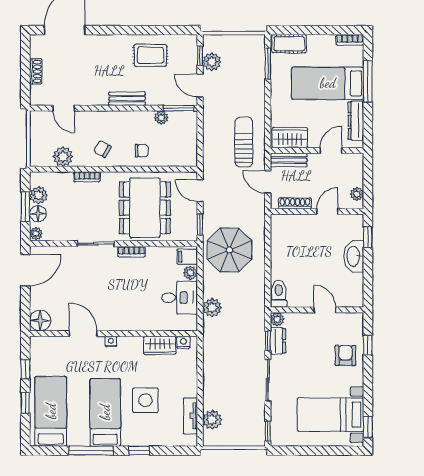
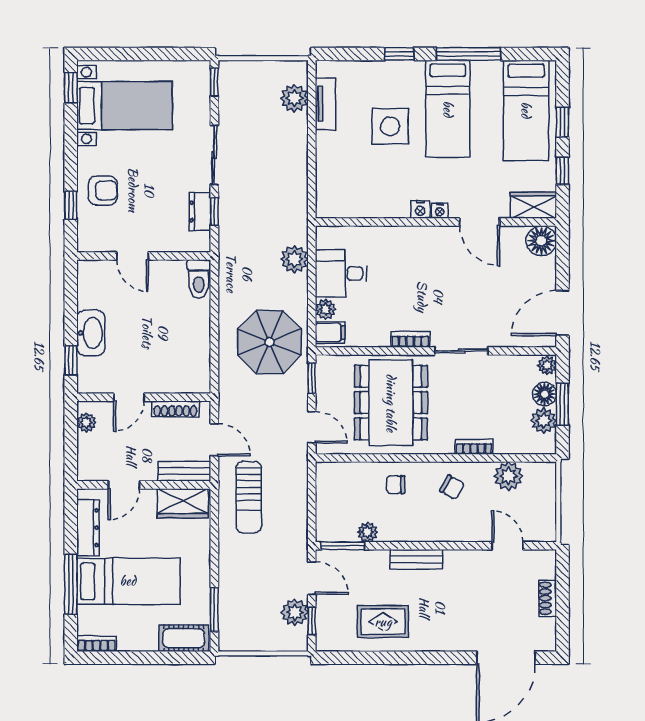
plant: (277, 319) -> (201, 243), removed
nightstand: (183, 342) -> (420, 209), moved
wardrobe: (160, 345) -> (534, 205), moved
armchair: (345, 355) -> (103, 191), turned -90

